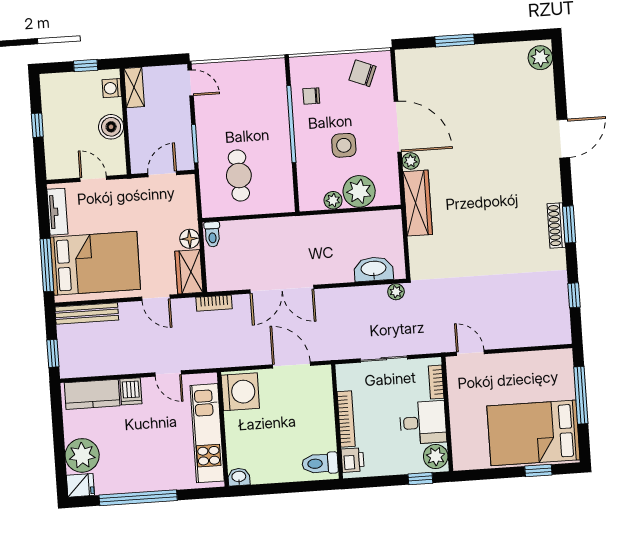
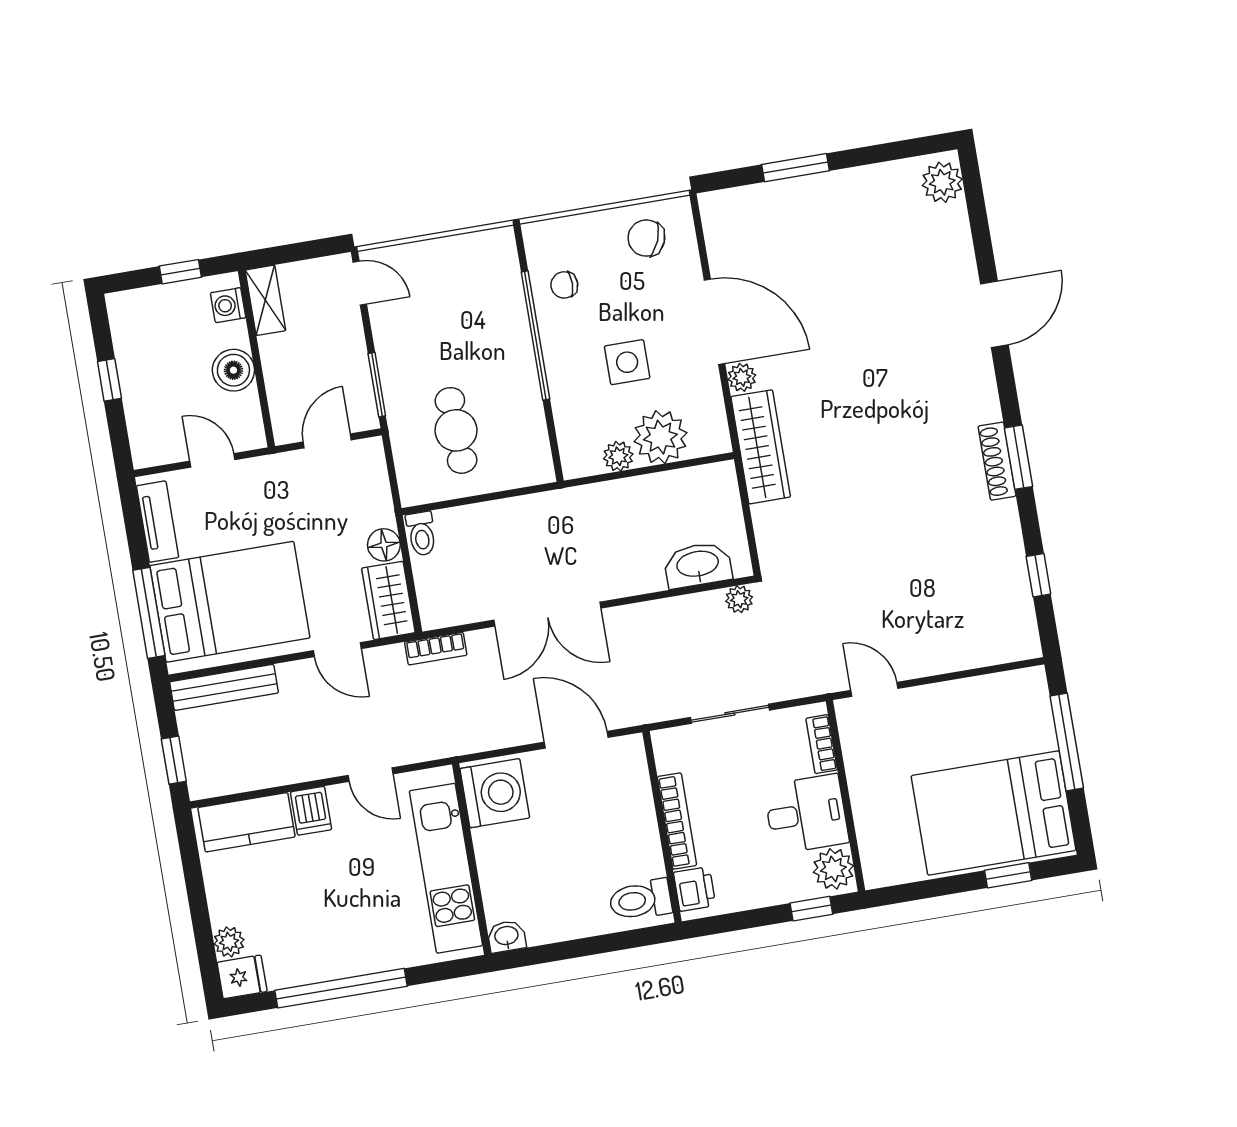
plant: (82, 455) -> (229, 942), width x0.53, depth x0.53

